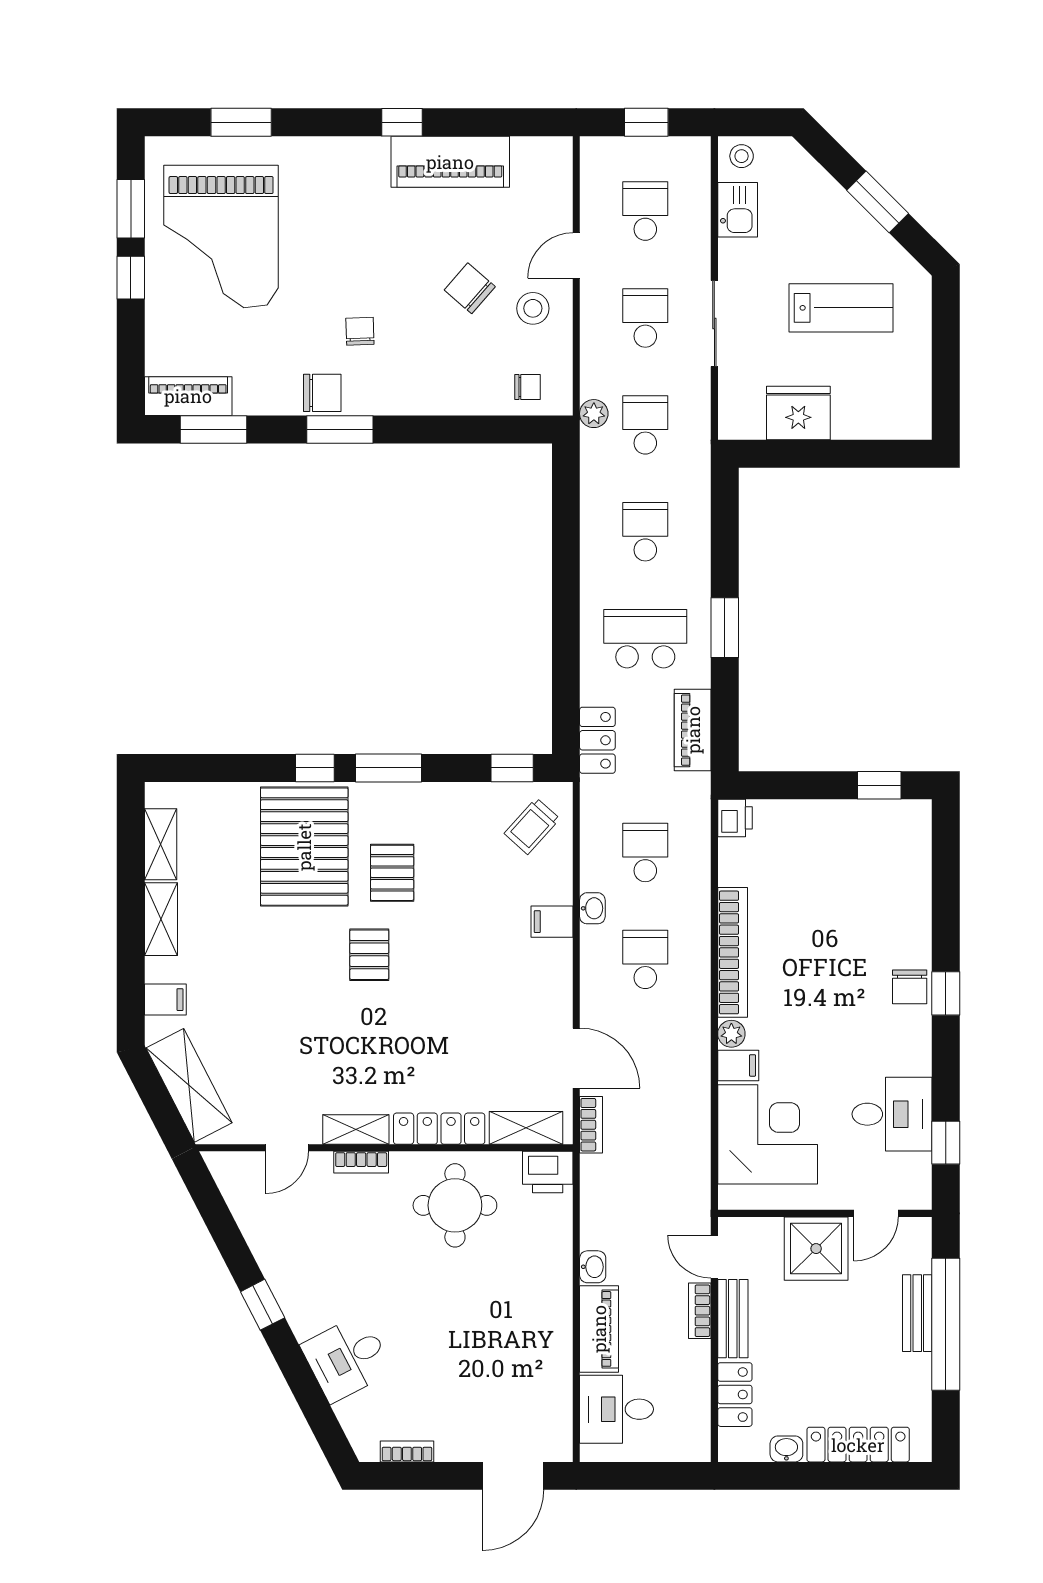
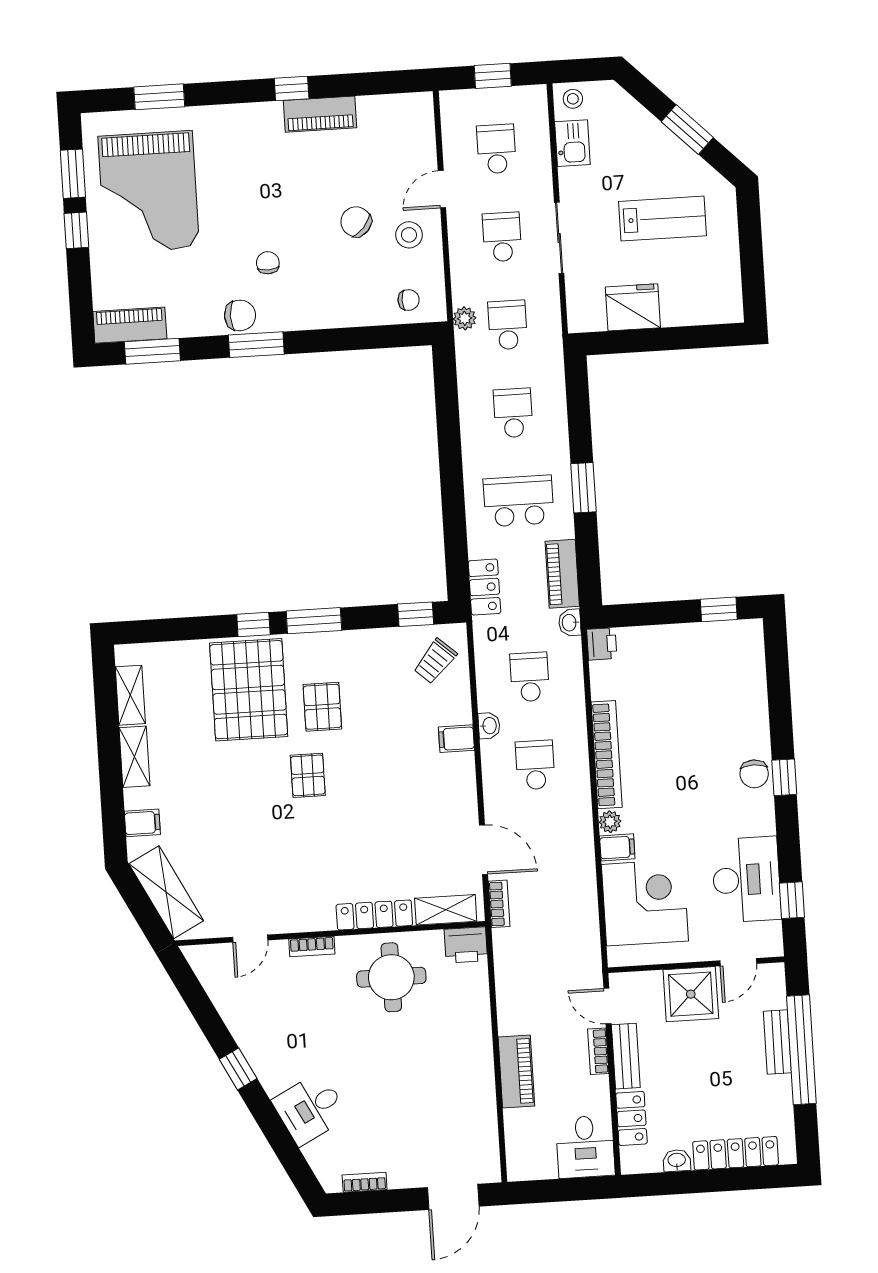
piano: (450, 162) -> (320, 114), width x0.73, depth x0.75
desk: (892, 1114) -> (746, 880), width x1.37
shelving: (356, 1129) -> (306, 920), removed
washbasin: (593, 1267) -> (570, 623), moved, turned 180
desk: (616, 1409) -> (585, 1147), moved, turned -90

